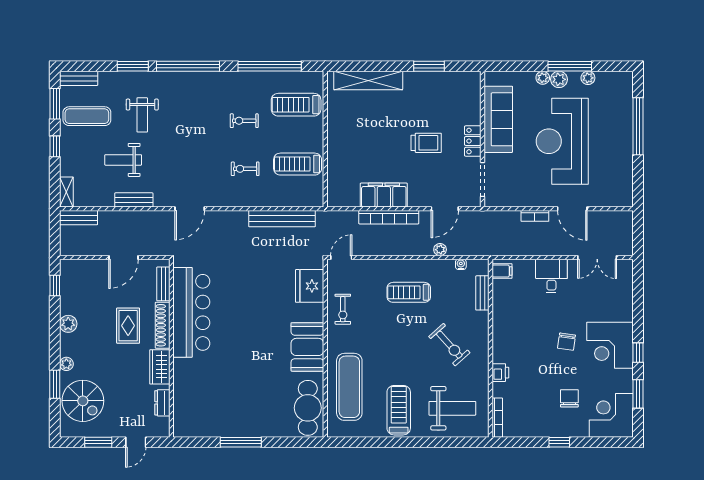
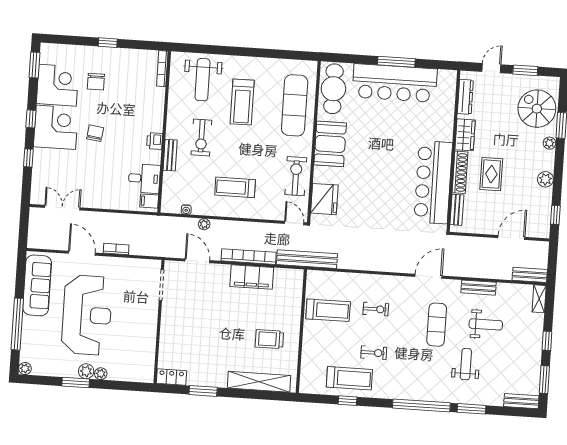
window: (270, 66) -> (348, 401), width x0.32
window: (570, 66) -> (76, 382), width x0.69
plant: (588, 78) -> (25, 369), moved
treadmill: (296, 105) -> (349, 378), moved
exercise mat: (87, 116) -> (437, 325), moved, turned 90
sofa: (498, 119) -> (37, 285), moved, turned 180
locker: (473, 141) -> (171, 377), moved, turned -90
trolley: (426, 143) -> (269, 339), moved
door: (445, 209) -> (197, 261), hinge flipped
bench: (282, 219) -> (307, 259), moved
door: (124, 257) -> (511, 237), moved
door: (341, 257) -> (294, 223), swing flipped
desk: (551, 276) -> (144, 179), moved, turned -90
treadmill: (409, 292) -> (235, 187), turned 180
bench: (482, 293) -> (170, 155), moved
exercise bike: (343, 309) -> (296, 176), width x1.38, depth x1.39
window: (638, 310) -> (28, 158), added
exercise bike: (449, 345) -> (201, 138), turned -138
printer: (500, 373) -> (155, 141), moved
window: (638, 394) -> (34, 65), moved
dresser: (162, 403) -> (465, 97), width x1.44
weight bench: (452, 408) -> (203, 80), turned -90
treadmill: (399, 410) -> (242, 102), moved
corner desk: (611, 415) -> (58, 85), moved, turned -90
bar counter: (241, 419) -> (395, 83), added

